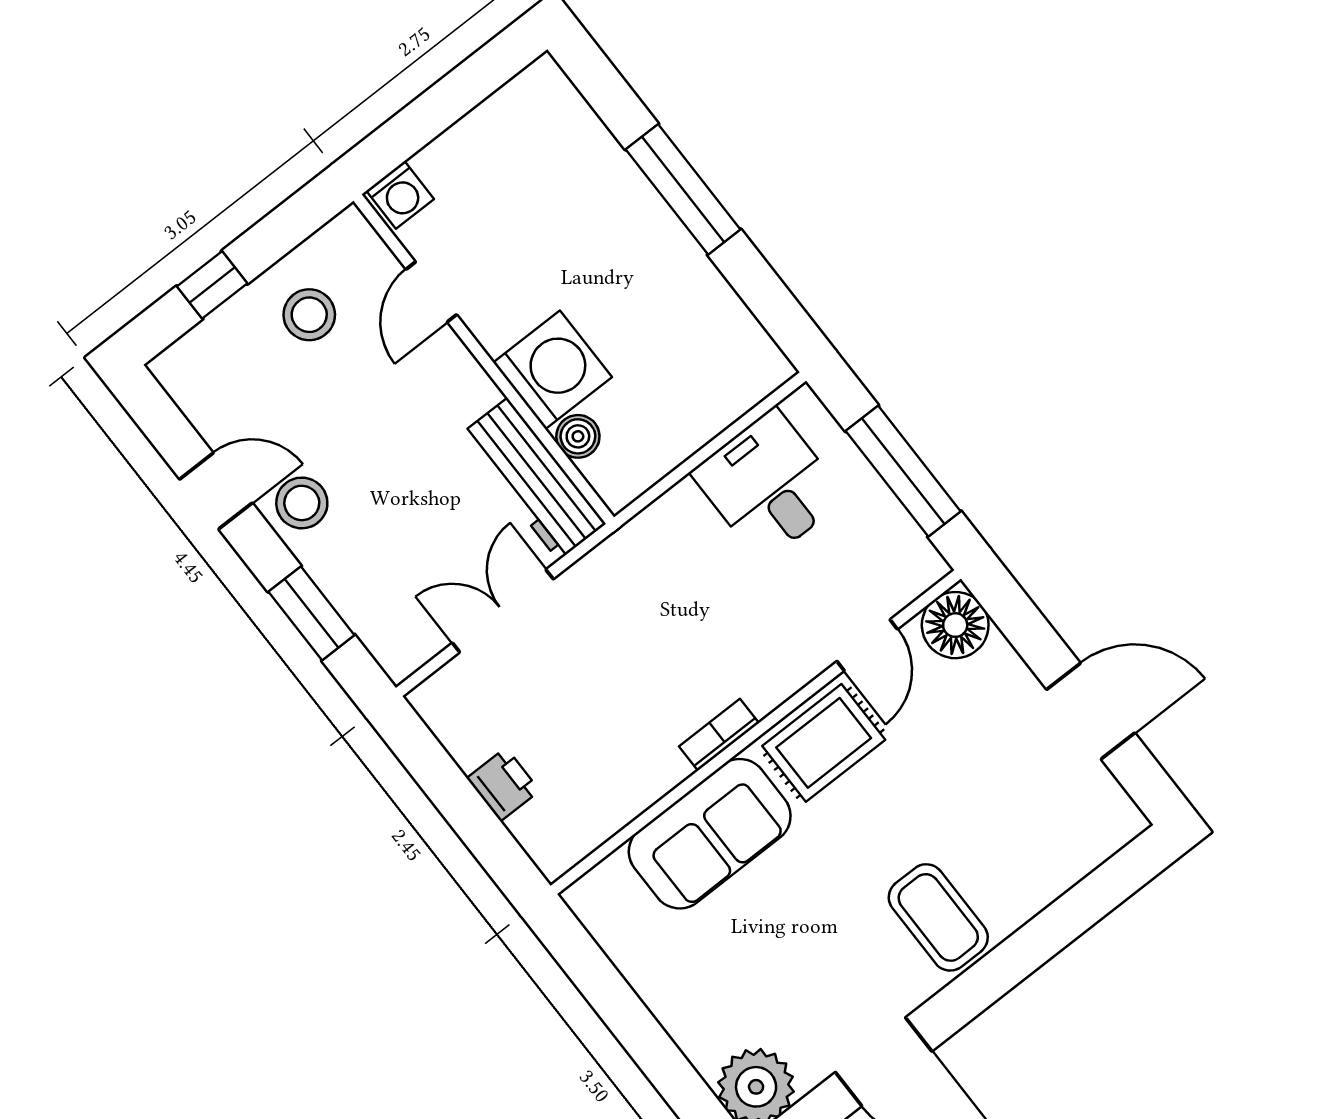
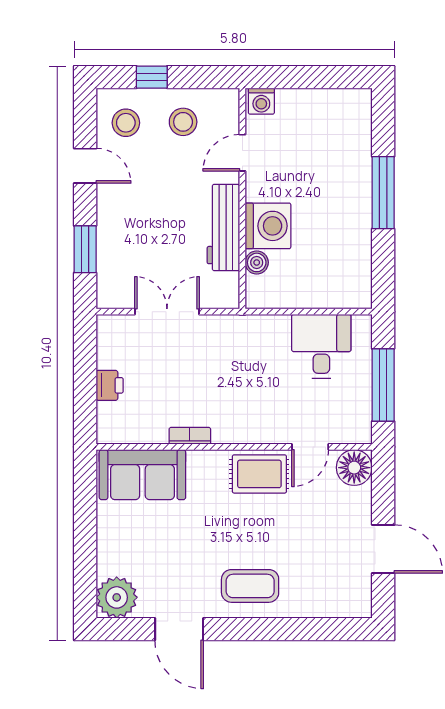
workbench: (533, 479) -> (223, 227), moved
stool: (302, 503) -> (126, 123), moved
bookcase: (719, 735) -> (190, 436), moved
sofa: (710, 834) -> (142, 475), moved
coffee table: (938, 917) -> (250, 586), turned 90

